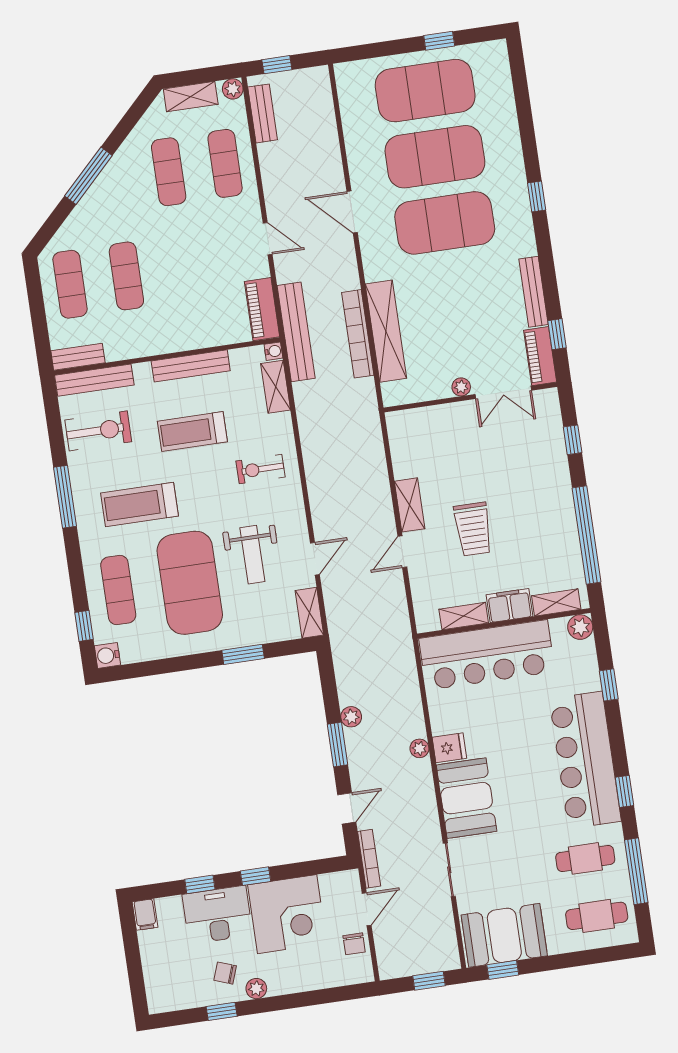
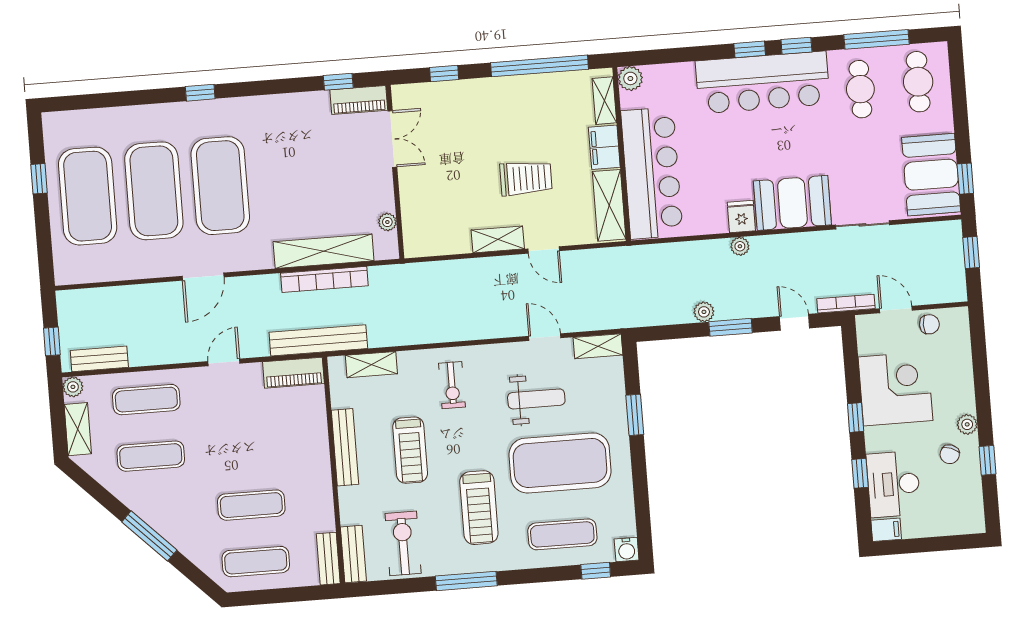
bench: (533, 292) -> (294, 102), removed
water cooler: (273, 351) -> (336, 364), removed
bench: (94, 380) -> (353, 554), width x0.73
plant: (461, 387) -> (387, 222), moved
shelving: (464, 616) -> (609, 205), width x1.50, depth x1.33
window: (609, 685) -> (750, 49), moved
desk: (217, 915) -> (893, 484), moved

